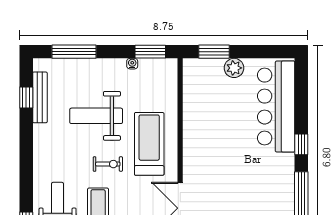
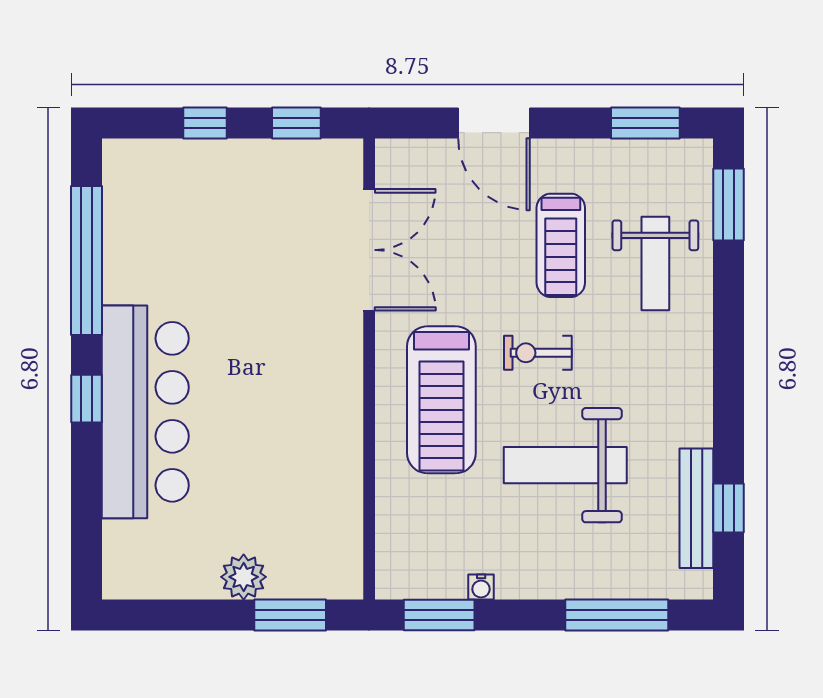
bar counter: (276, 107) -> (145, 412), moved
weight bench: (96, 116) -> (565, 465), turned 180

